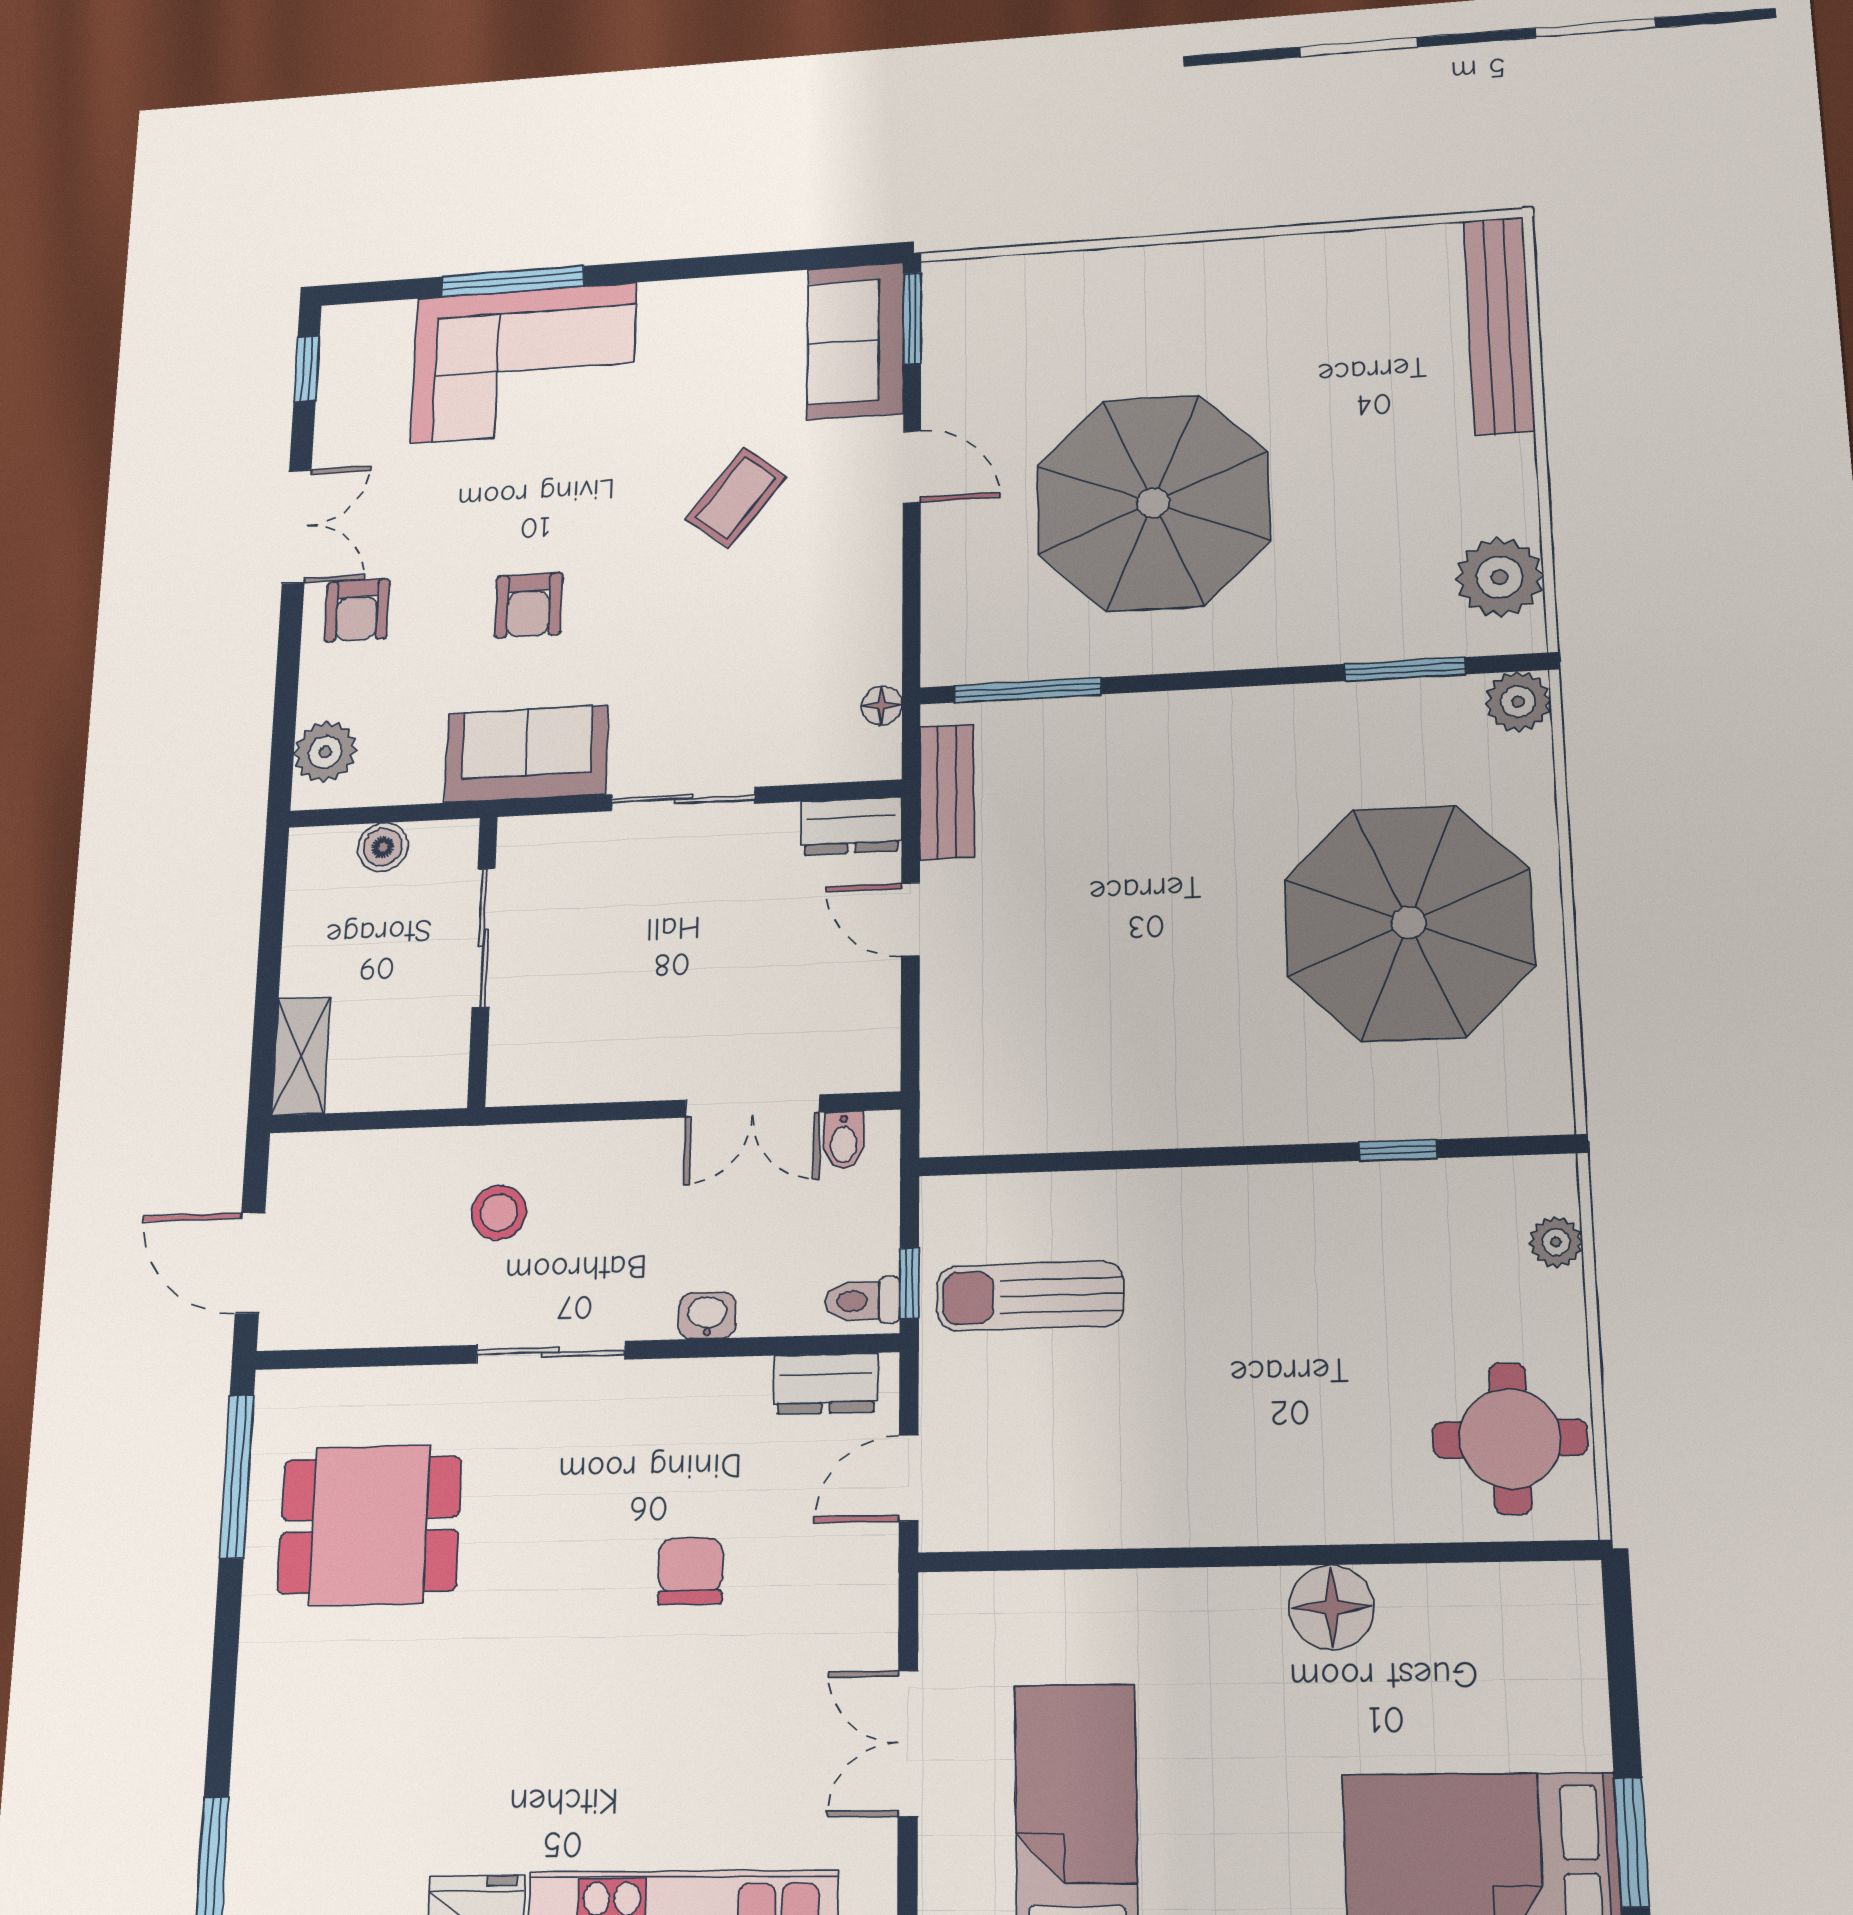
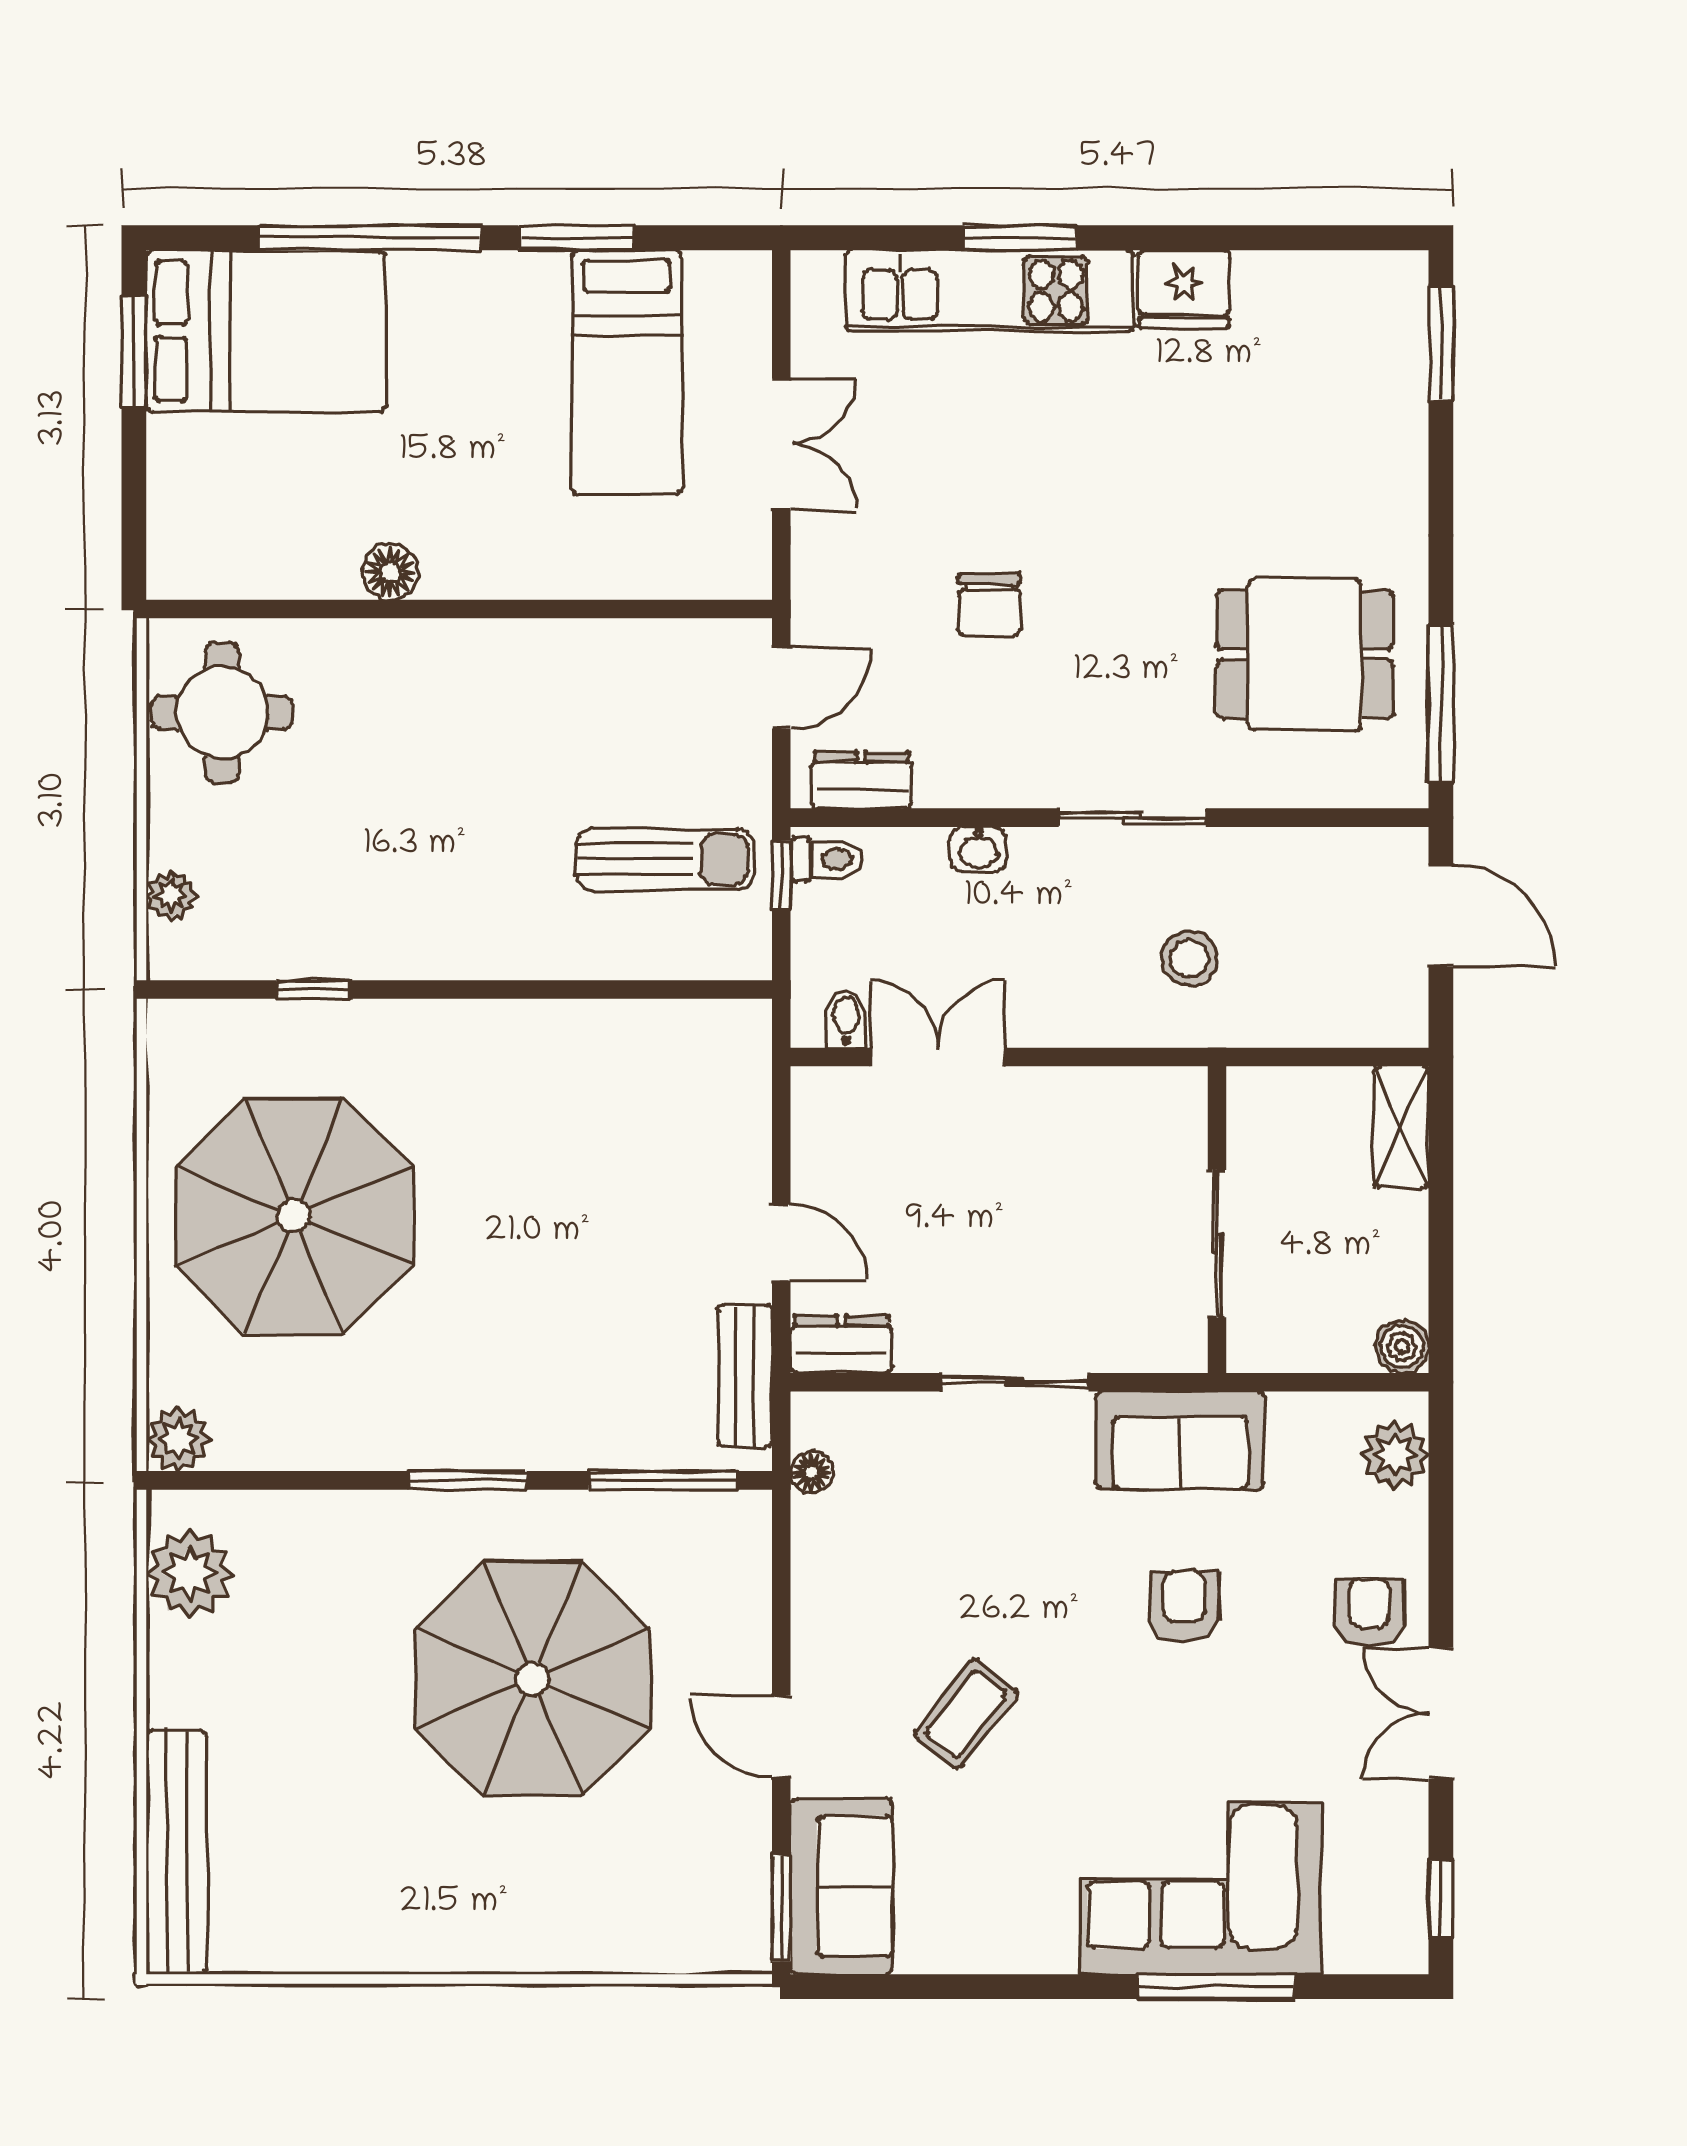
window: (1405, 669) -> (468, 1480), moved
boiler: (383, 847) -> (1402, 1347), moved
floor lamp: (1332, 1607) -> (390, 572), width x0.73, depth x0.73

